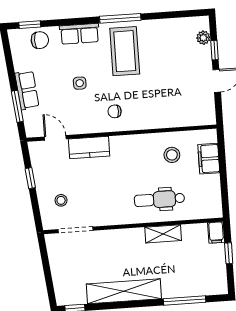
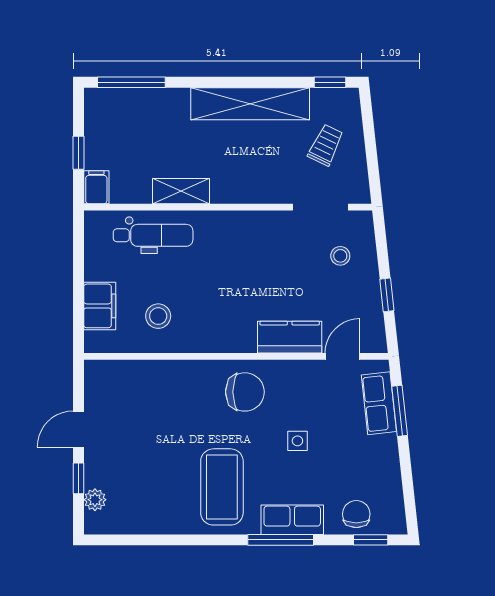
window: (120, 18) -> (281, 540), moved
chair: (40, 40) -> (356, 514), turned 90
row of seats: (27, 90) -> (379, 403), moved
chair: (115, 111) -> (245, 392), width x1.87, depth x1.87
door: (55, 138) -> (342, 356), swing flipped
dental chair: (159, 199) -> (153, 235), moved
trolley: (75, 269) -> (326, 145), added
window: (185, 300) -> (131, 82), moved

